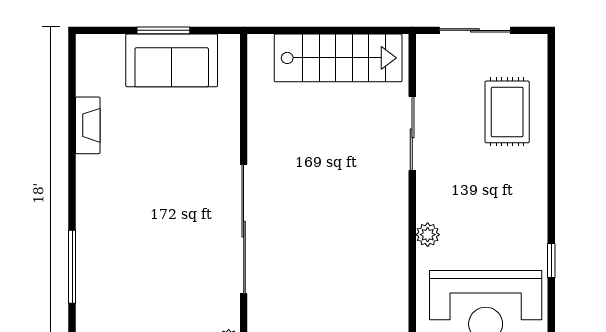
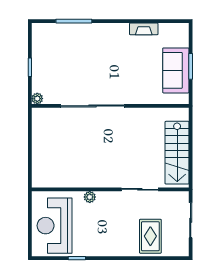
rug: (507, 112) -> (150, 236), turned 90

